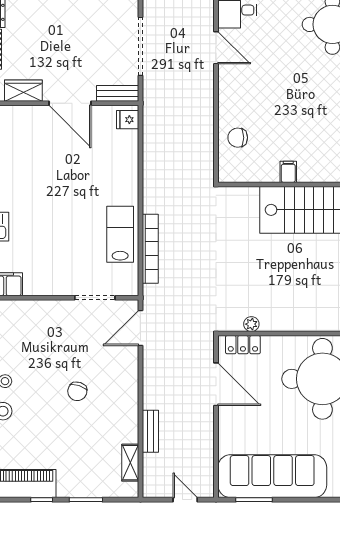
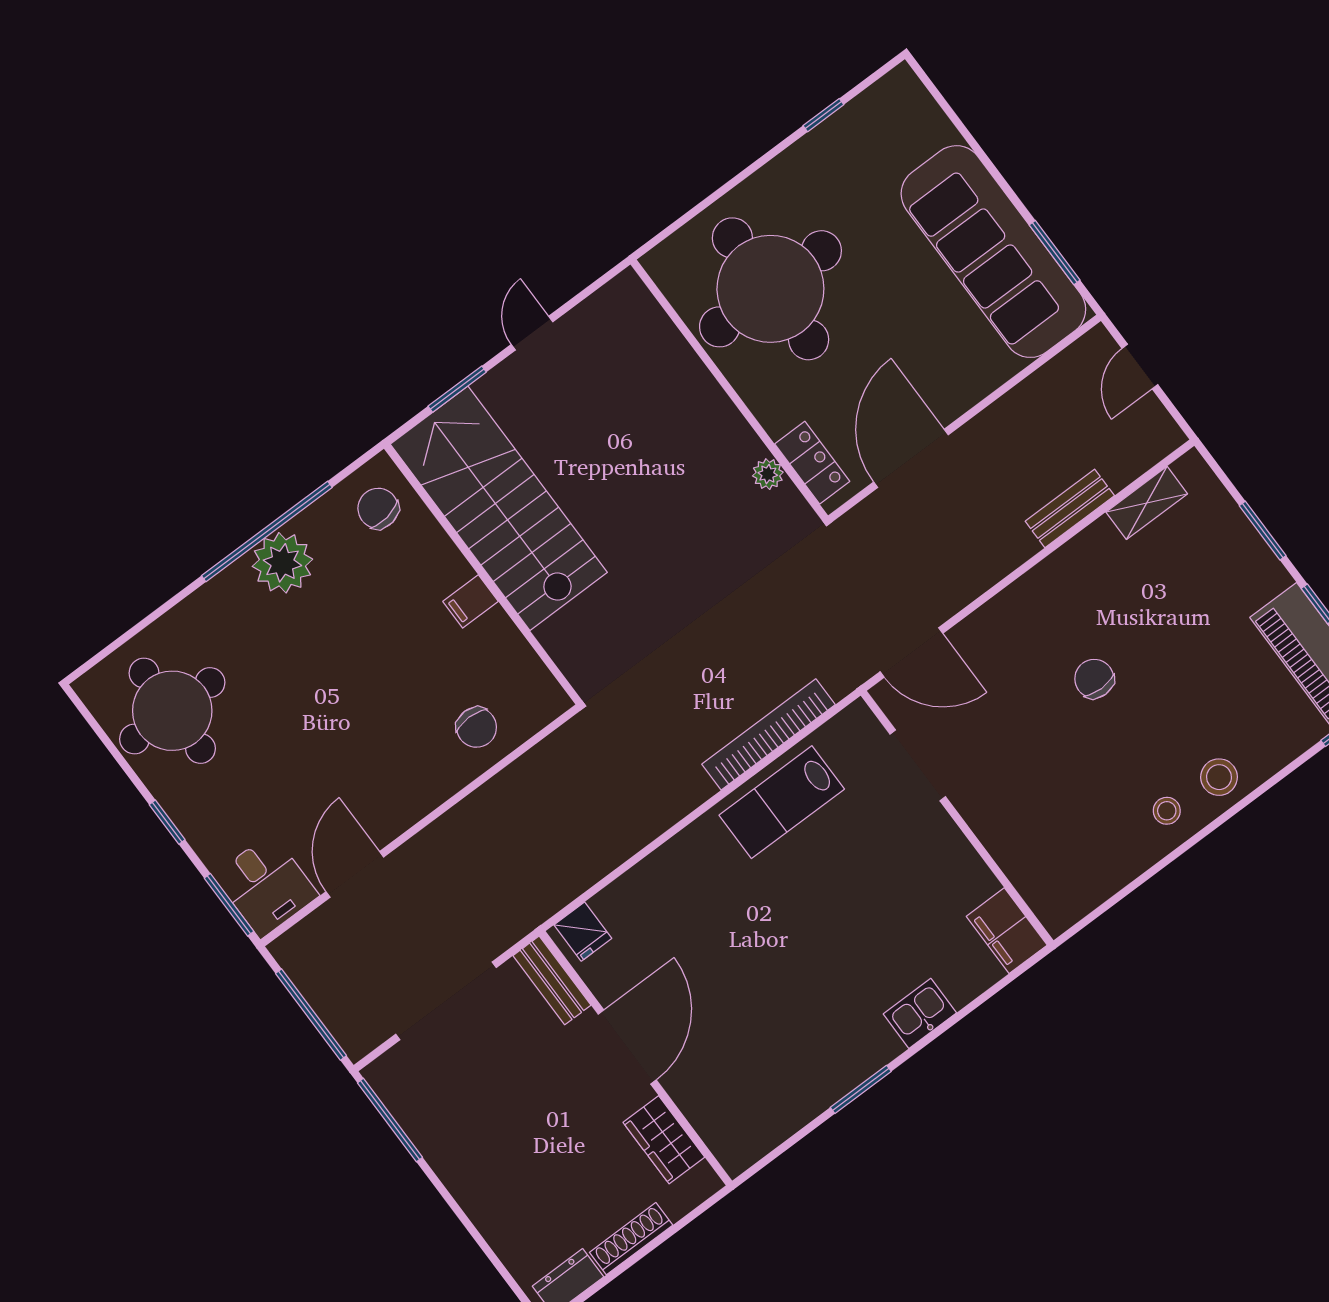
chair: (77, 391) -> (1094, 679), turned -107

